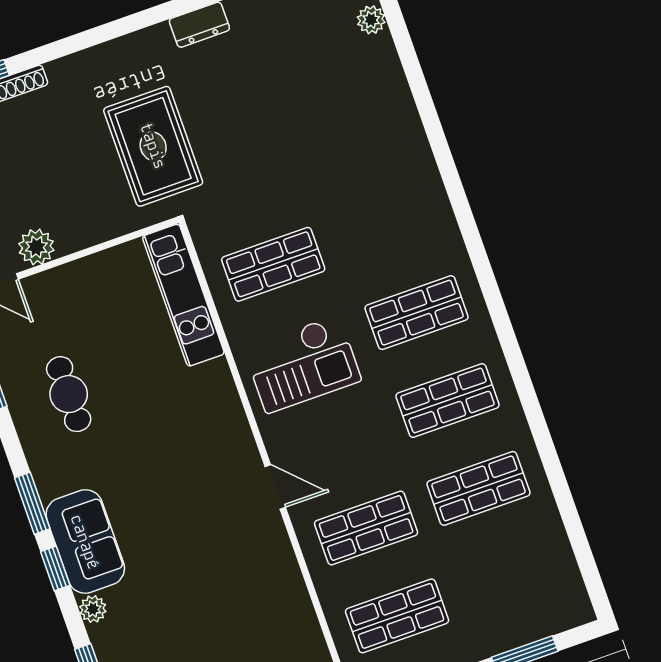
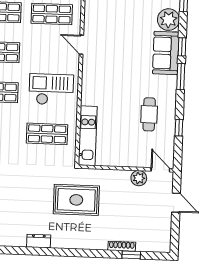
rug: (153, 146) -> (76, 200), turned 90
plant: (93, 609) -> (168, 20), width x1.87, depth x1.87

